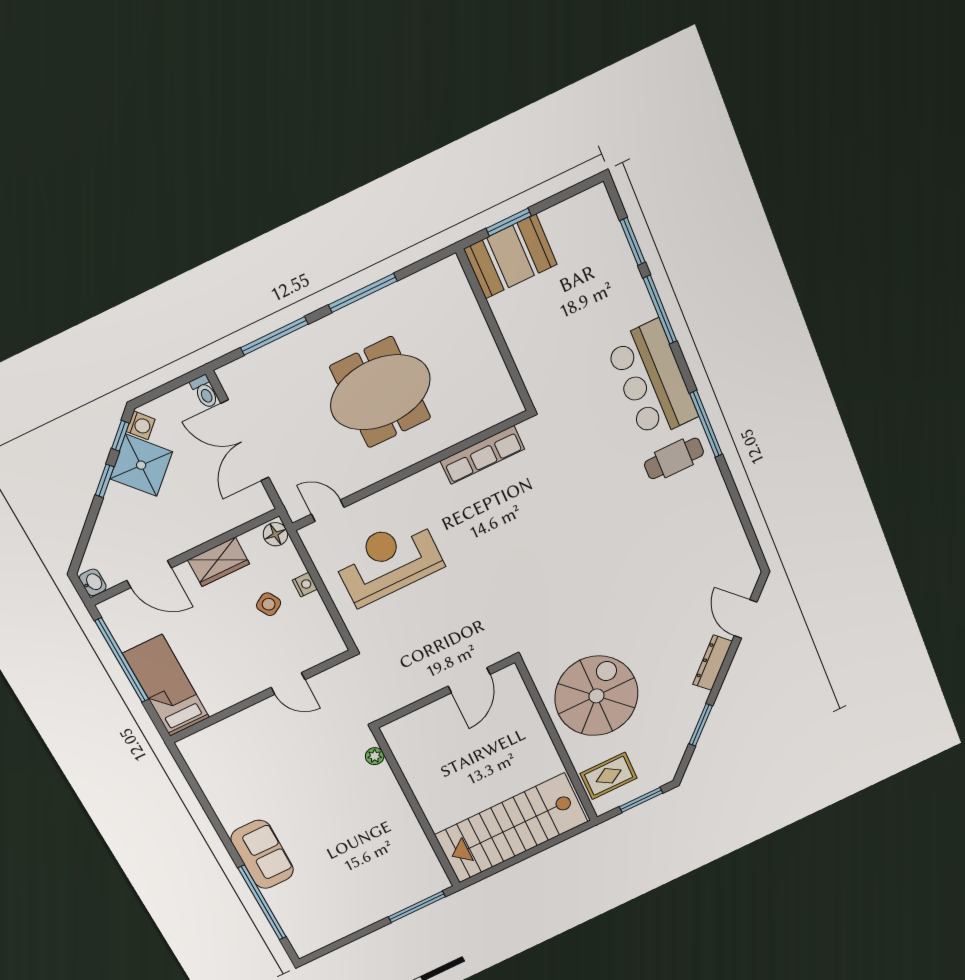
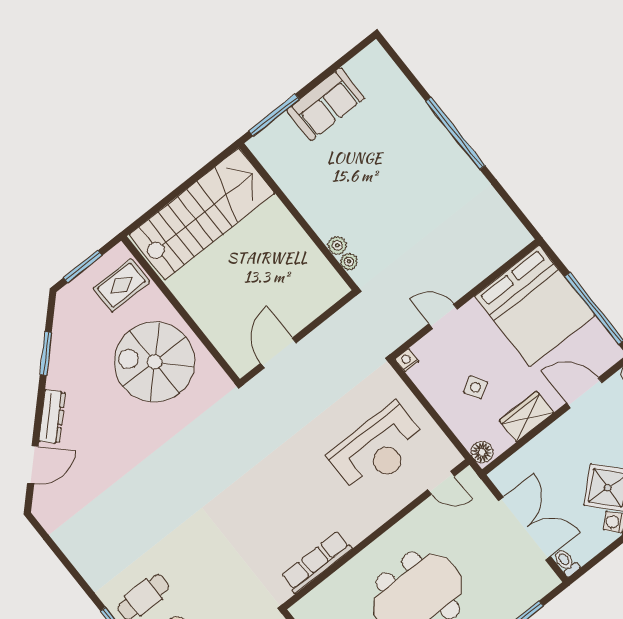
nightstand: (305, 585) -> (407, 360), moved, turned 90
door: (746, 619) -> (33, 465), hinge flipped
bed: (166, 686) -> (535, 306), width x2.04
spiral stairs: (596, 696) -> (155, 362), turned 90
plant: (383, 774) -> (337, 245), added
sofa: (262, 854) -> (326, 104), moved, turned -90
window: (262, 903) -> (455, 133), moved

